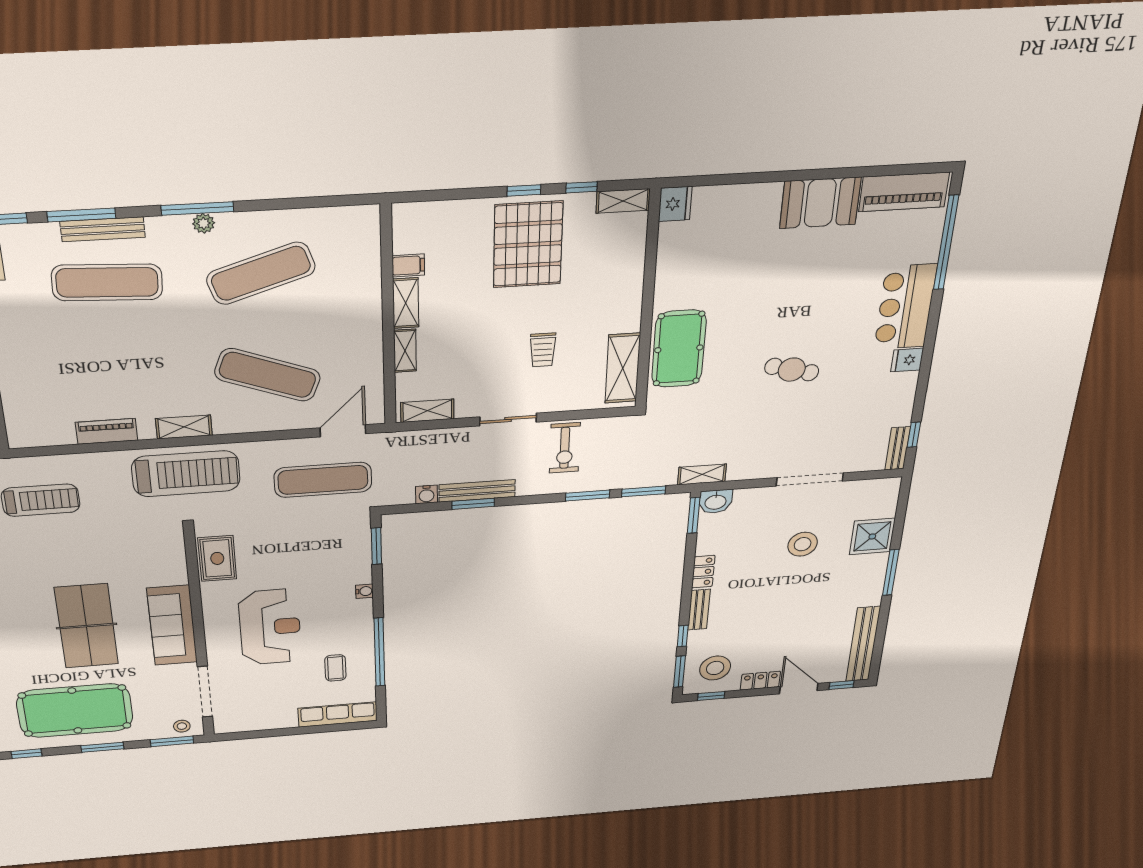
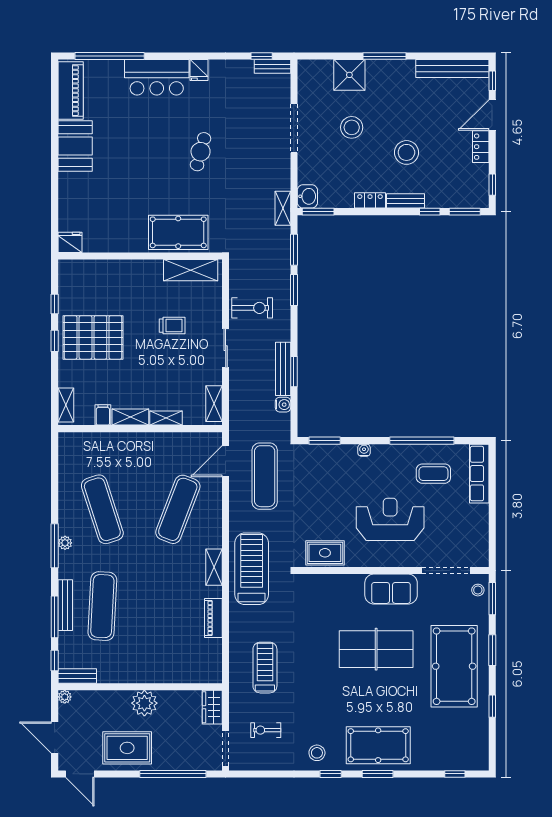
shelving: (623, 201) -> (66, 405), moved
door: (343, 431) -> (226, 461), hinge flipped
sofa: (172, 625) -> (391, 589), width x0.73
coffee table: (335, 668) -> (433, 474), width x1.36, depth x1.30
stool: (715, 668) -> (406, 152), moved

